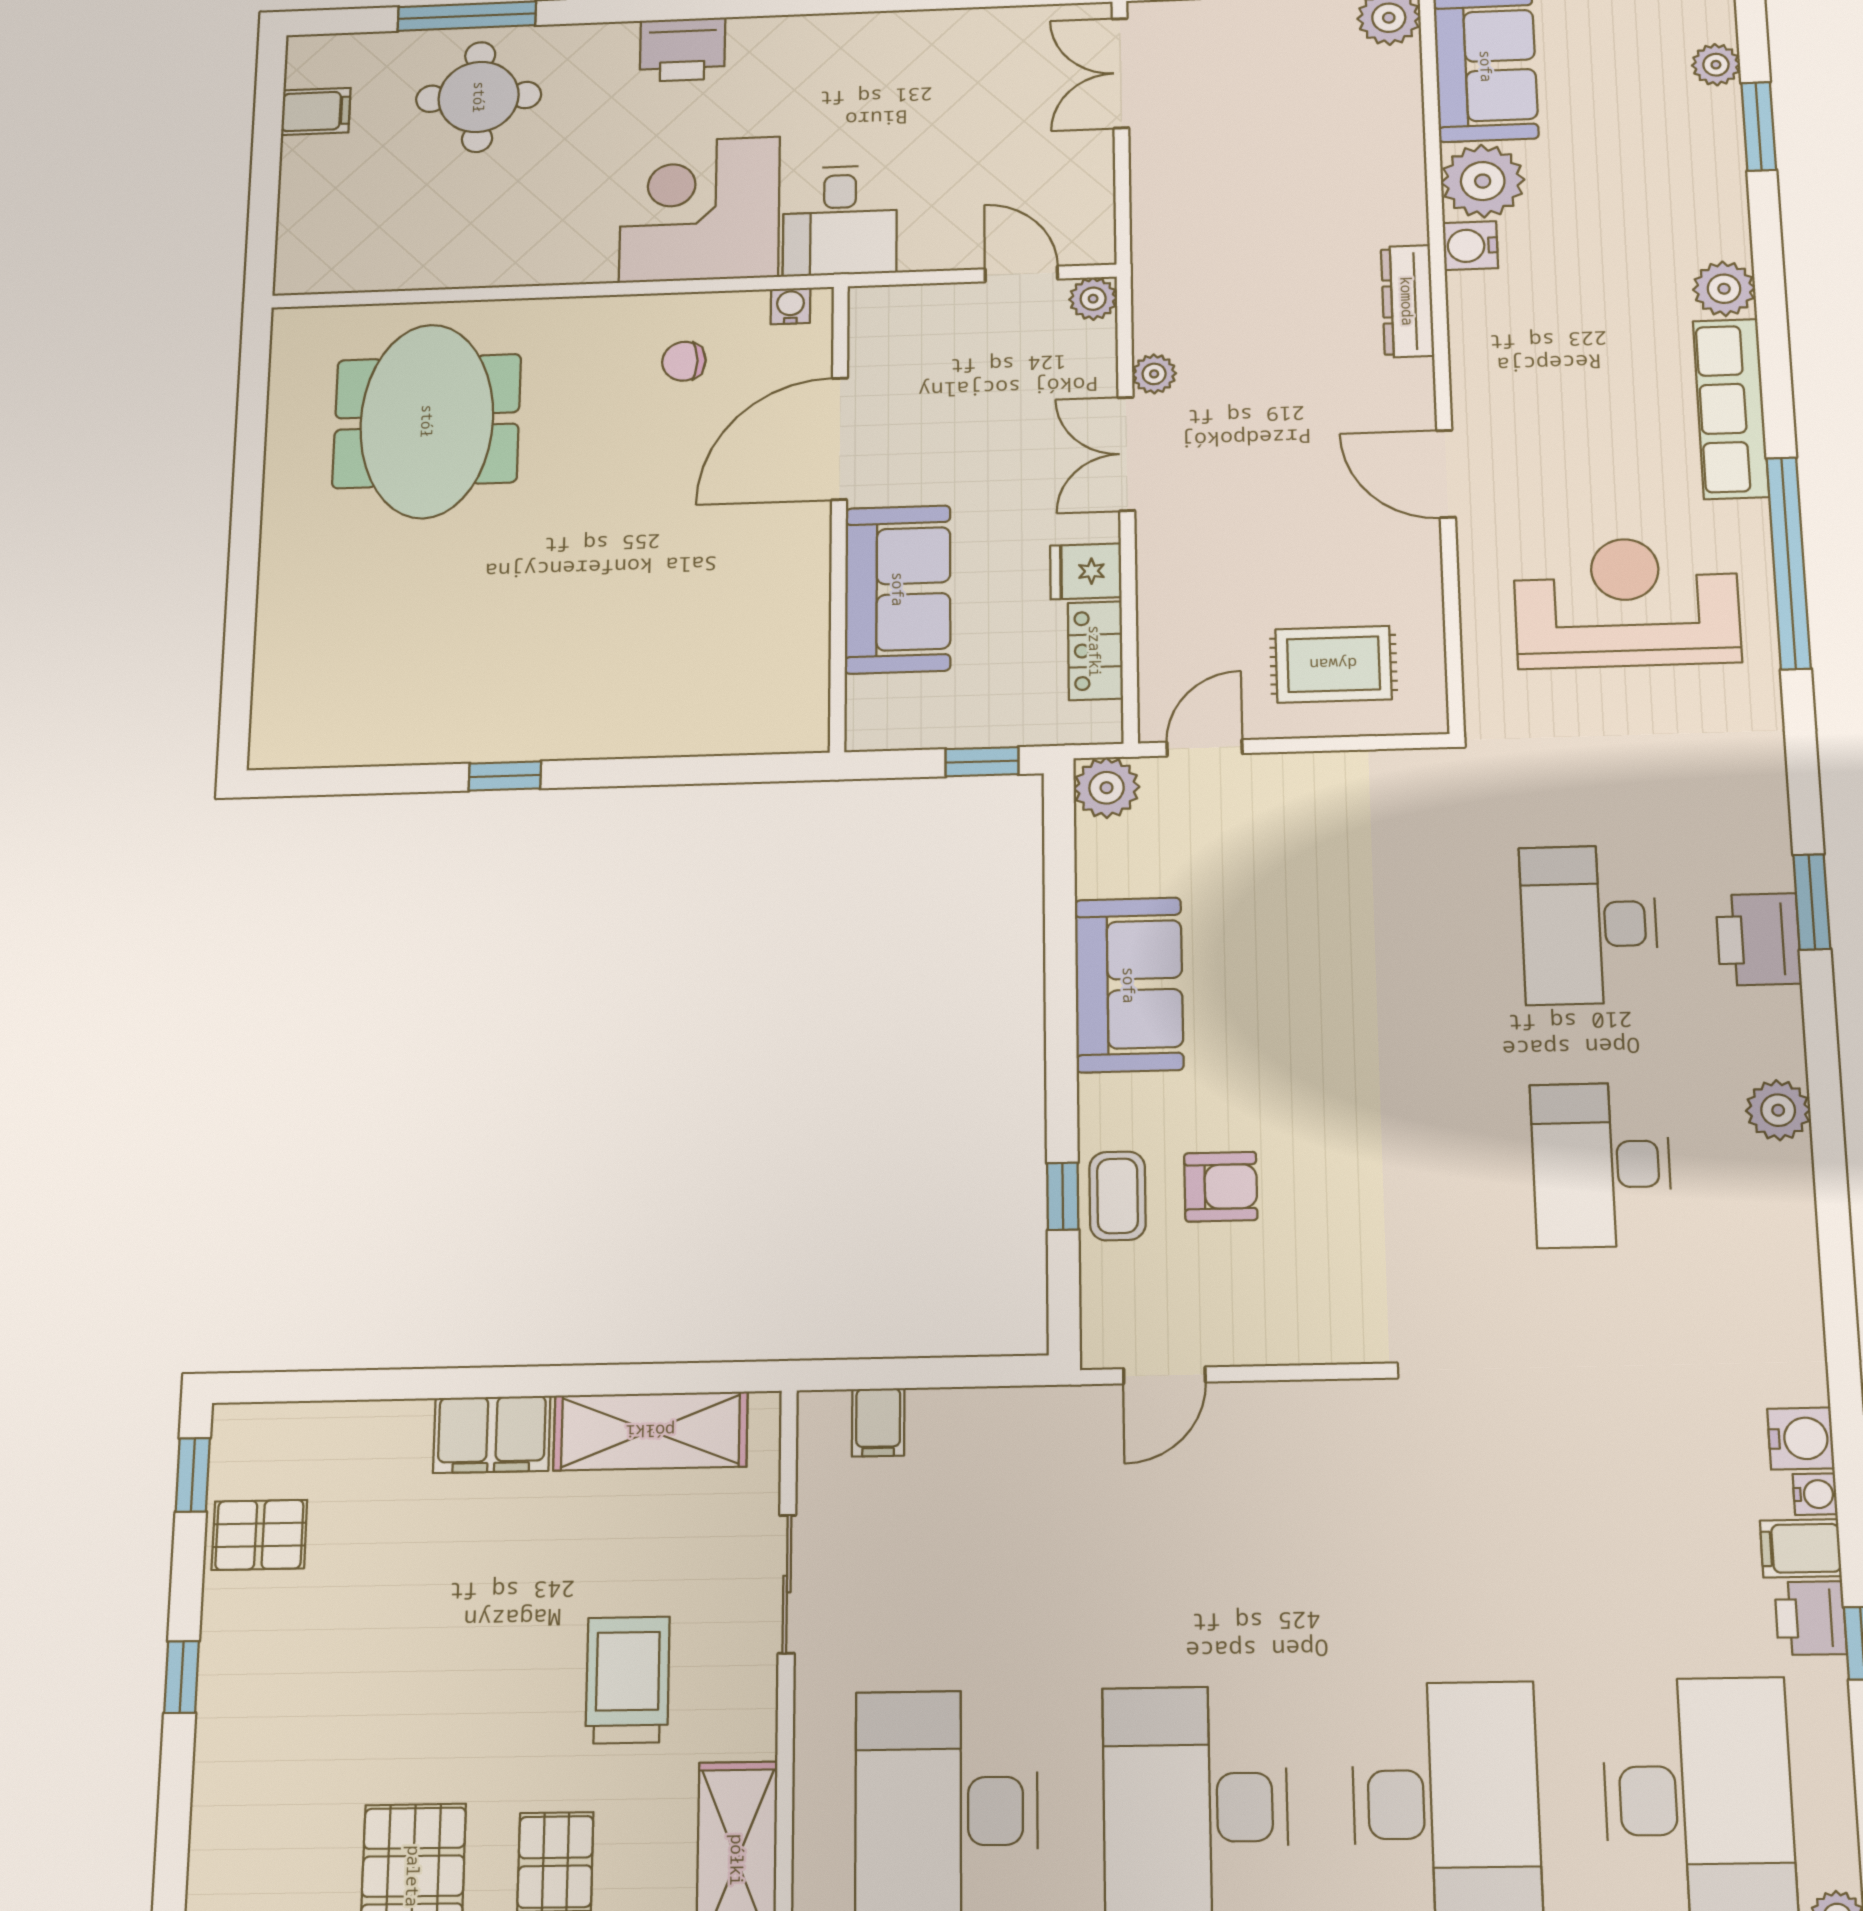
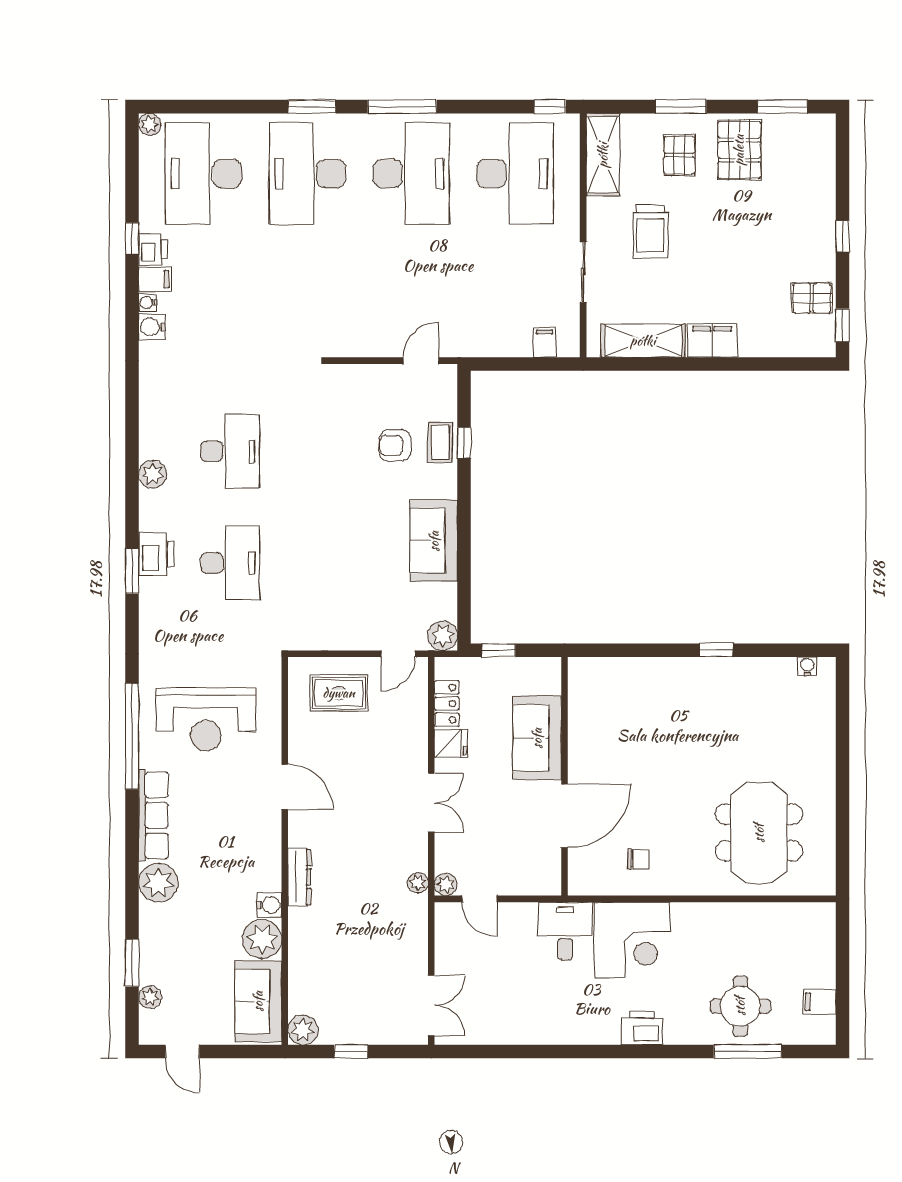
plant: (1724, 289) -> (158, 883), width x1.36, depth x1.36
water cooler: (790, 306) -> (807, 666), moved, turned 180
plant: (1154, 374) -> (418, 883), moved

